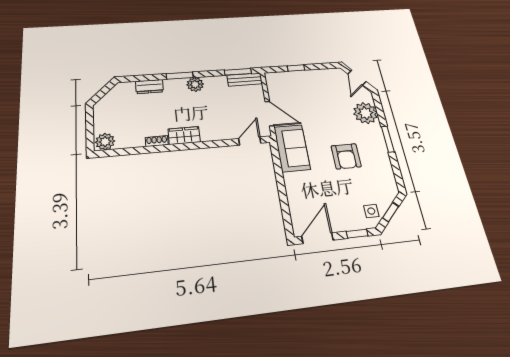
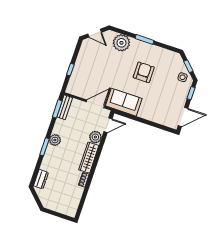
dresser: (149, 87) -> (41, 179), moved
wardrobe: (184, 136) -> (89, 158), width x1.50
door: (250, 141) -> (108, 125), swing flipped
plant: (105, 142) -> (95, 137), moved
armchair: (346, 156) -> (144, 72), turned -90
door: (318, 238) -> (183, 117), swing flipped

